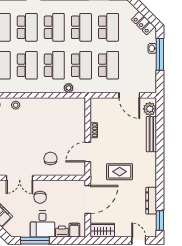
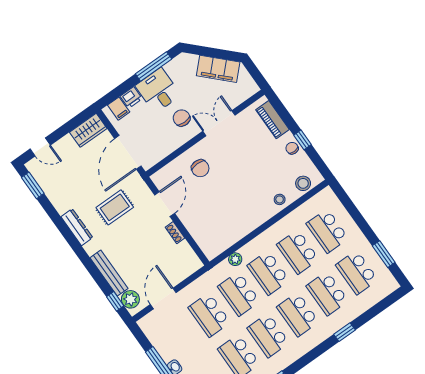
door: (129, 95) -> (163, 298), hinge flipped
window: (160, 114) -> (115, 301), added
dresser: (151, 201) -> (77, 227), moved

